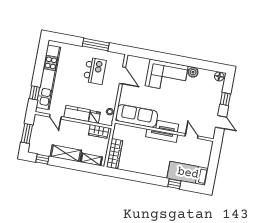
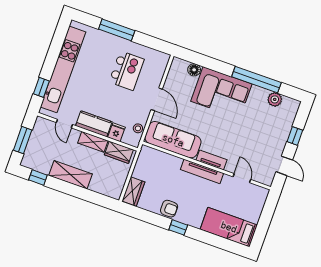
window: (96, 45) -> (117, 30), moved
window: (191, 62) -> (256, 80), added
plant: (193, 72) -> (275, 99), moved
door: (123, 75) -> (157, 99), moved
floor lamp: (219, 76) -> (194, 70), moved
wardrobe: (115, 154) -> (133, 191), width x0.67
shelving: (91, 159) -> (93, 142), moved
armchair: (142, 167) -> (169, 209), added
window: (174, 184) -> (178, 227), moved

